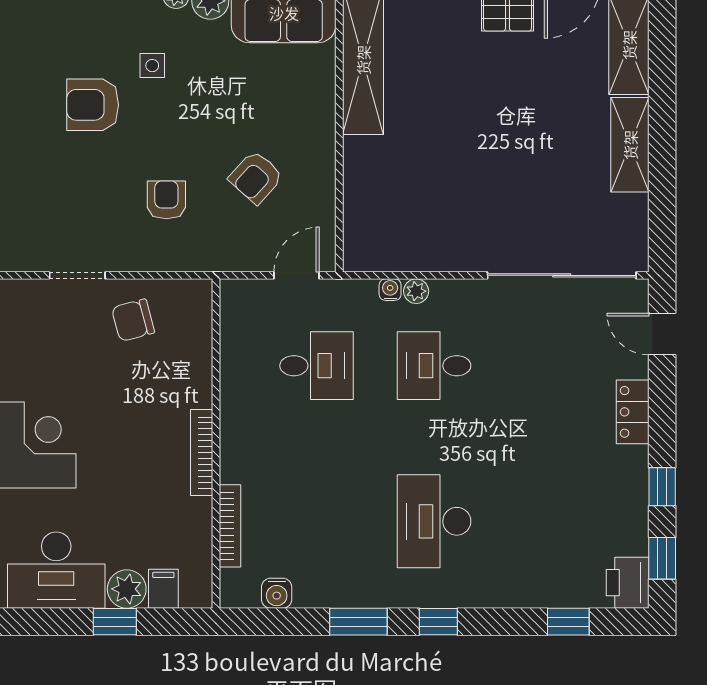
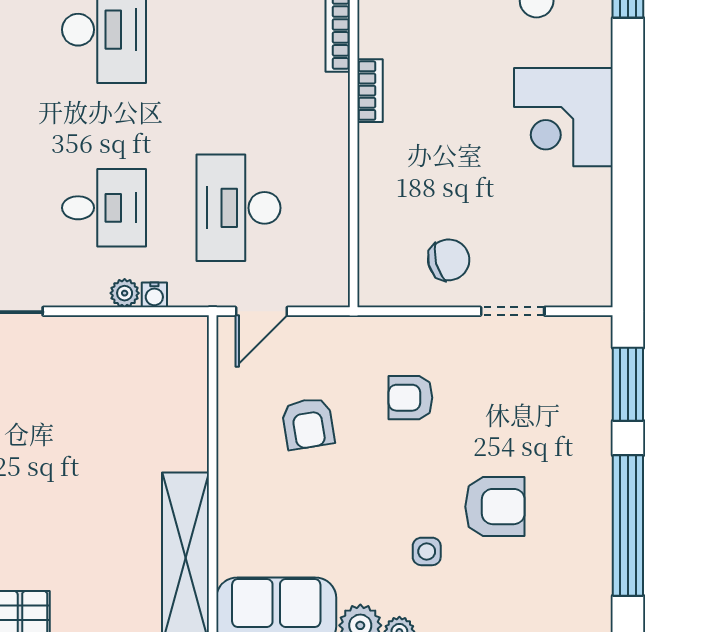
armchair: (256, 177) -> (308, 424), turned 129
armchair: (166, 200) -> (410, 398), turned 90
desk: (317, 366) -> (239, 208), width x1.37
bookcase: (202, 453) -> (370, 91), width x0.64

